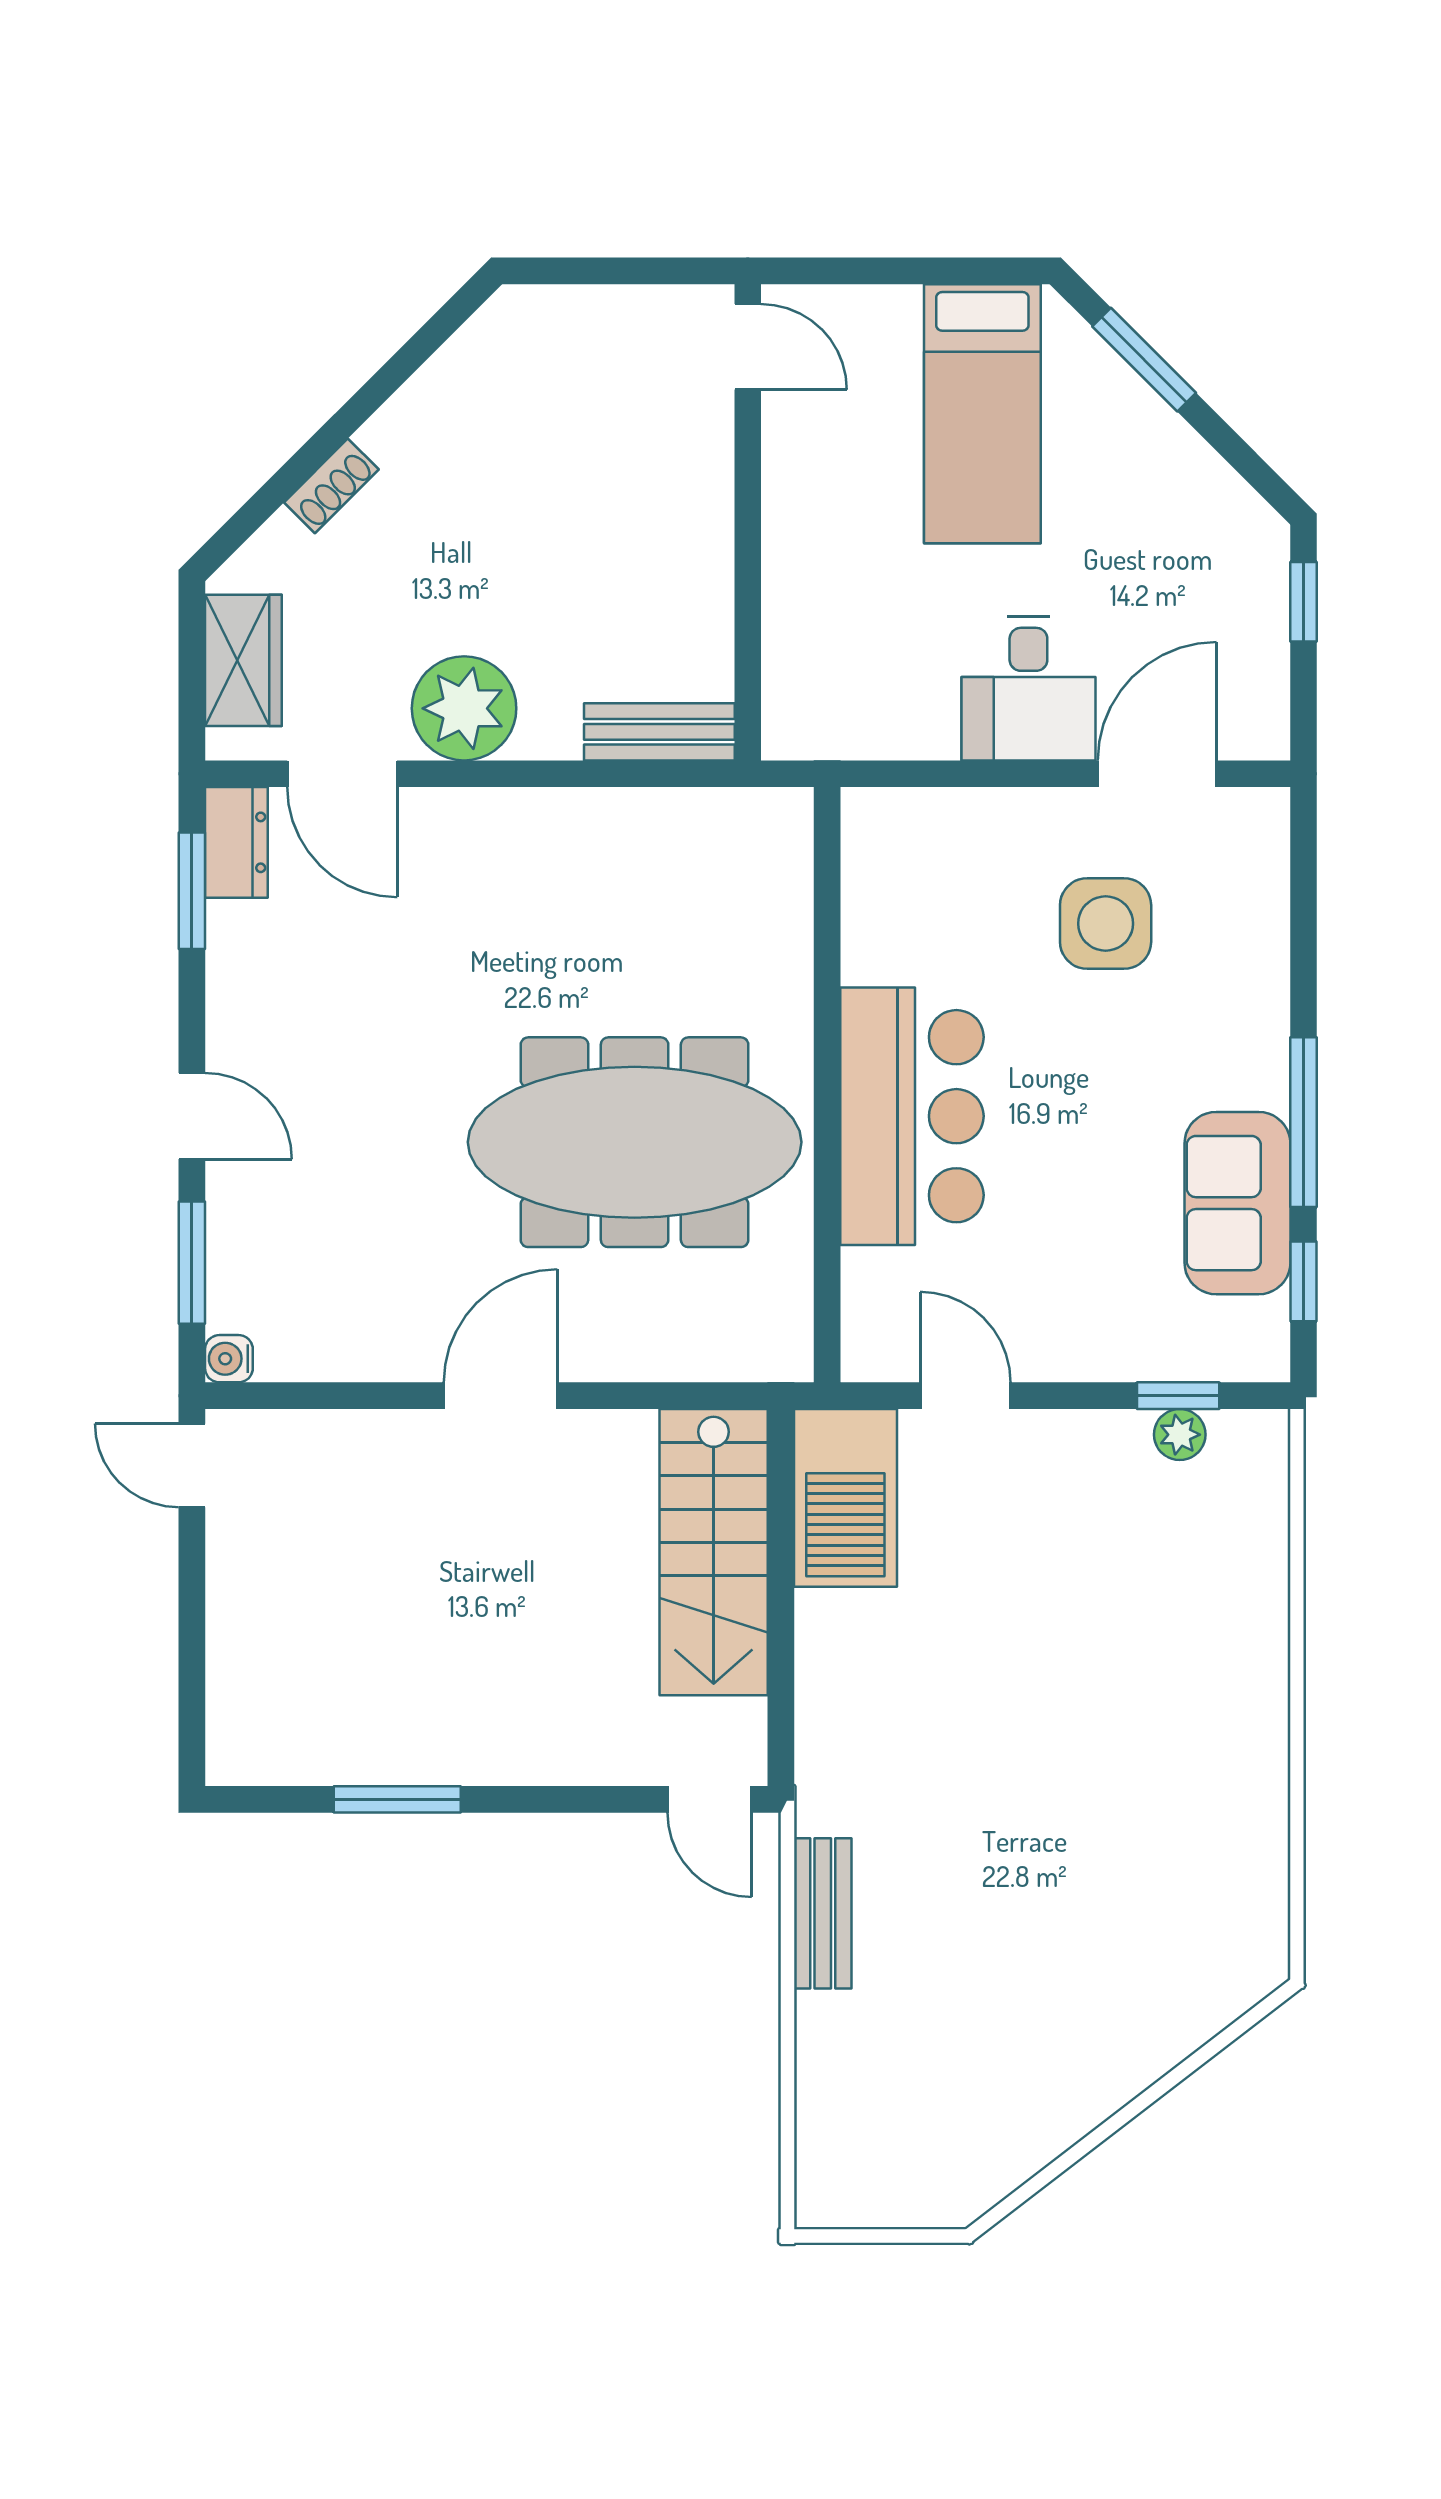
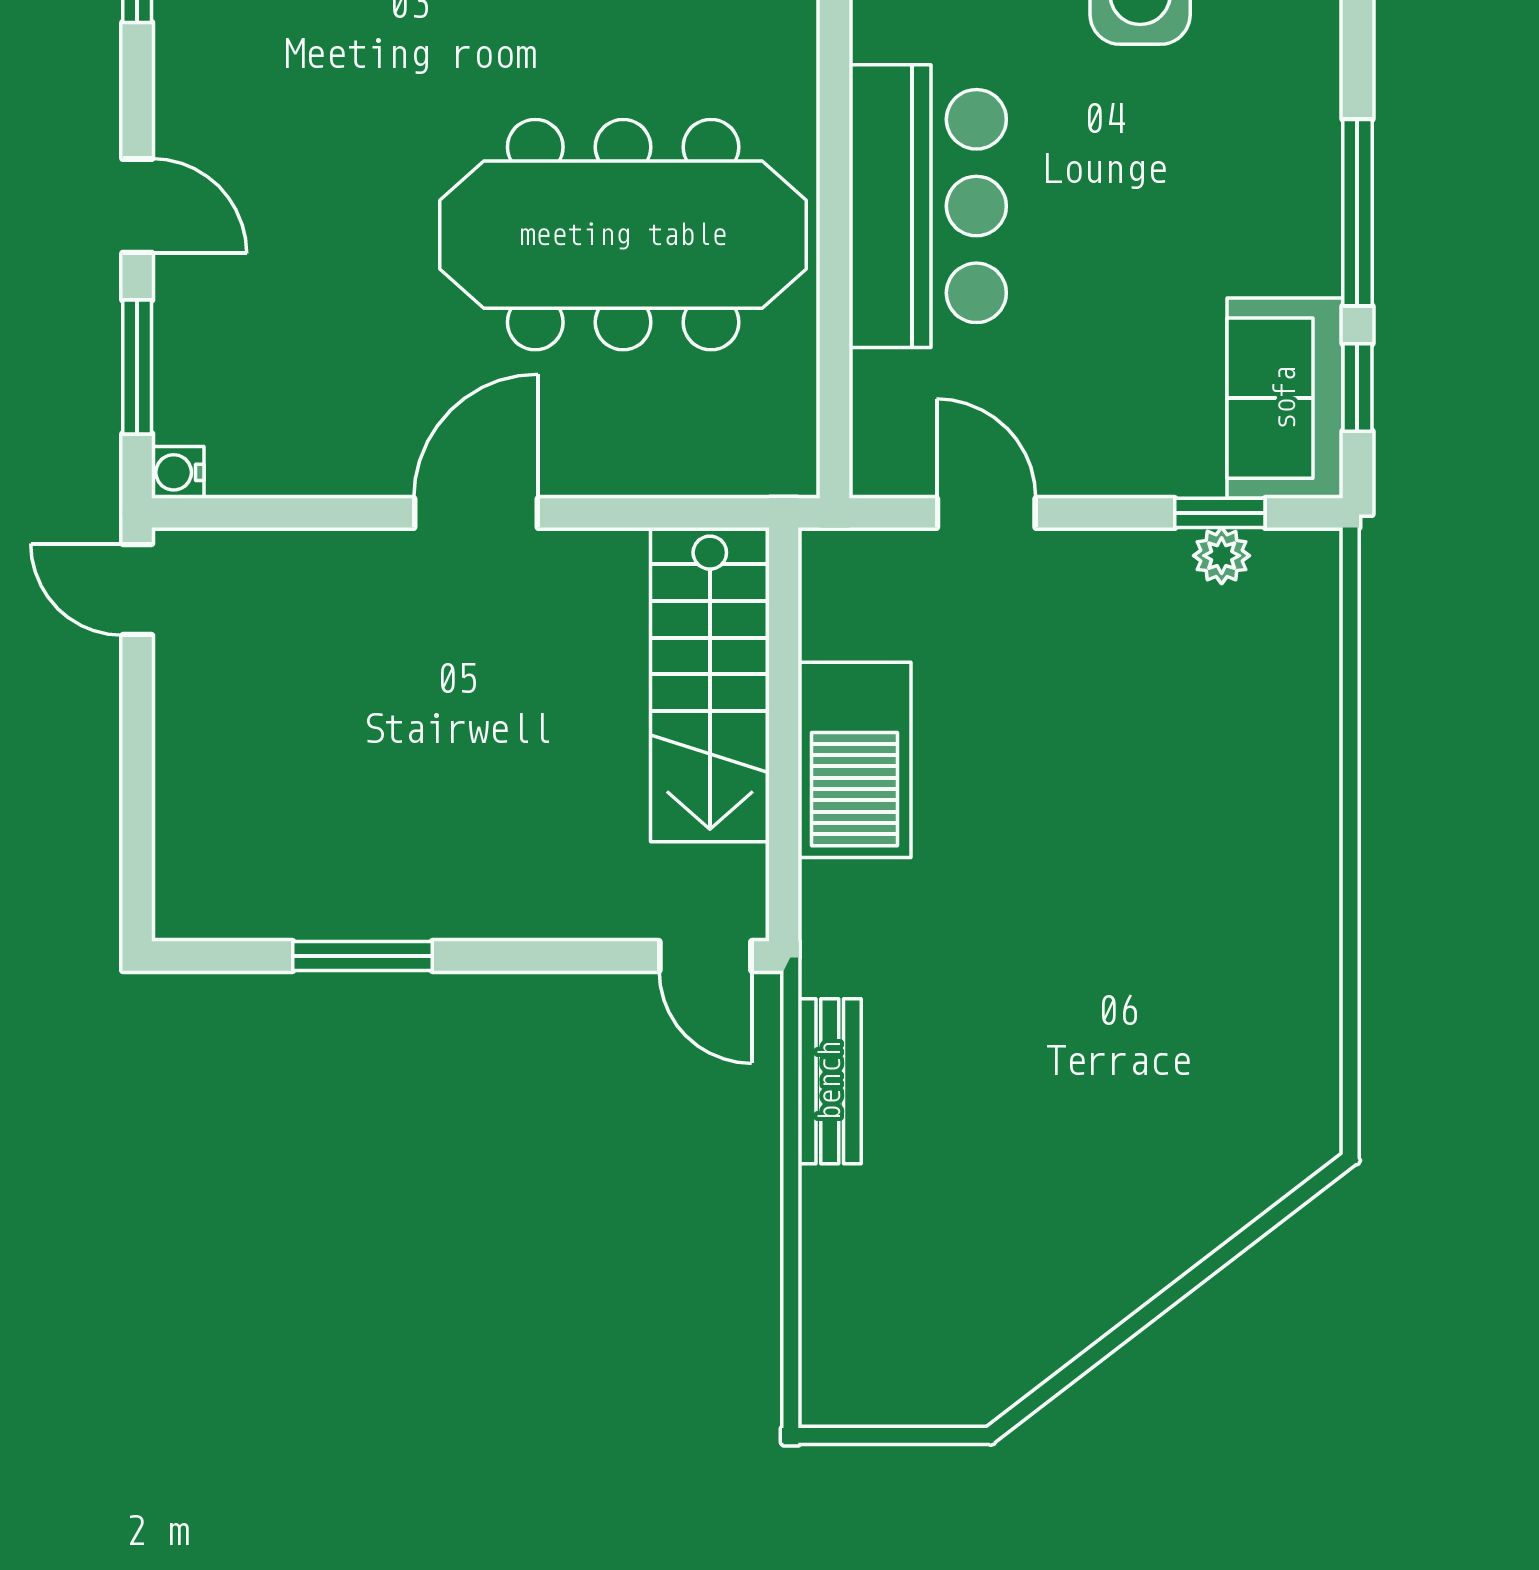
sofa: (1237, 1203) -> (1285, 398), moved
barbecue: (845, 1498) -> (855, 760), moved

